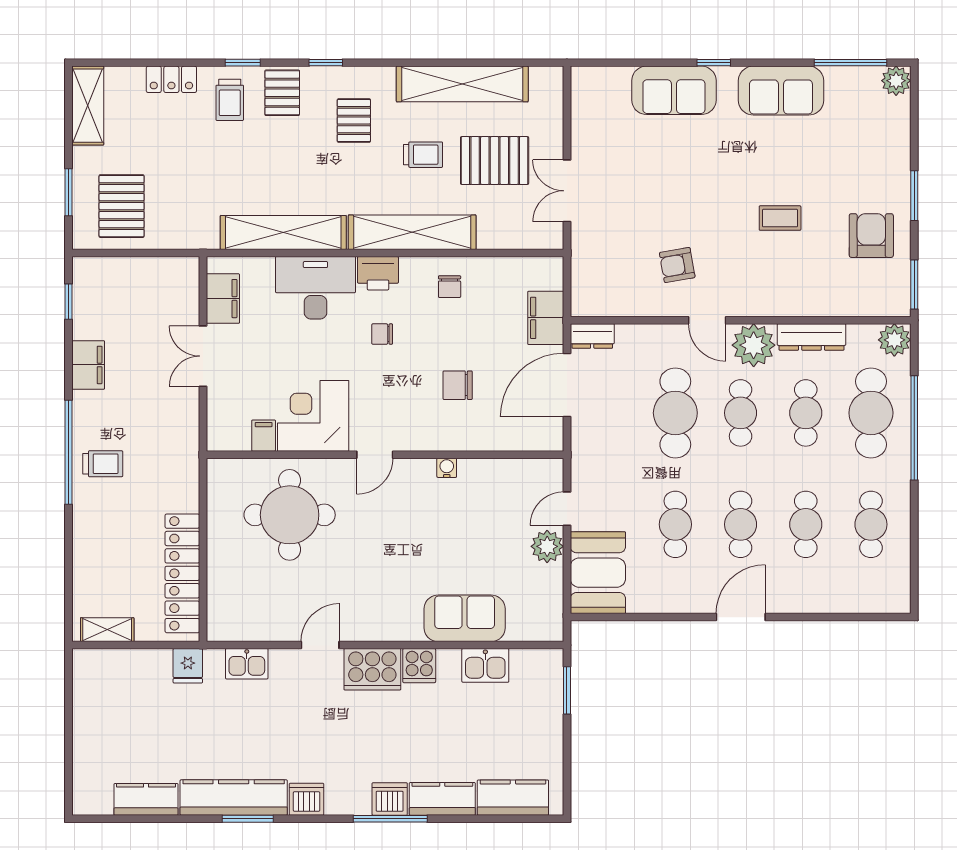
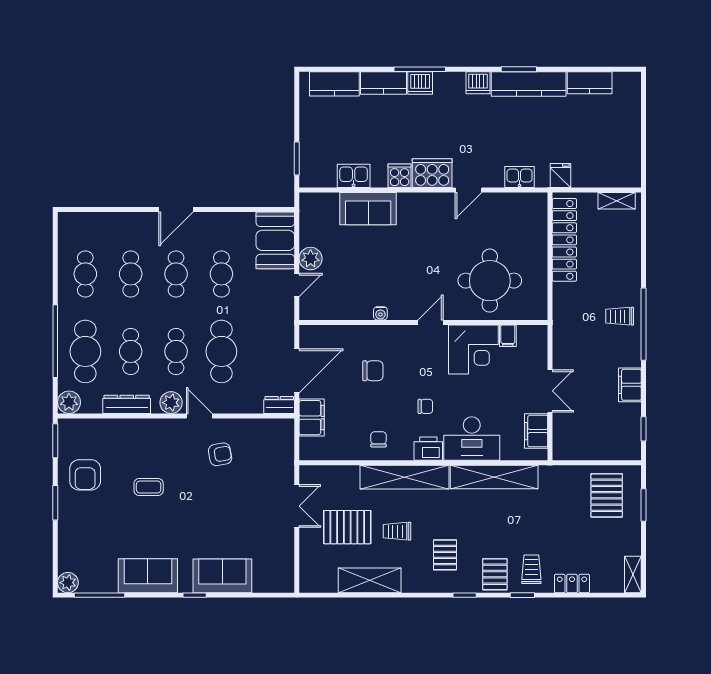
shelving: (462, 84) -> (370, 580), width x0.68
shelving: (88, 106) -> (633, 574), width x0.67, depth x0.75
plant: (754, 345) -> (171, 403), width x0.73, depth x0.73

